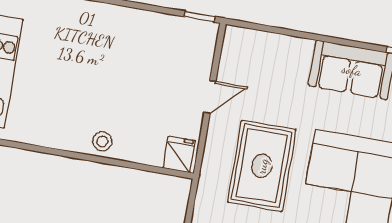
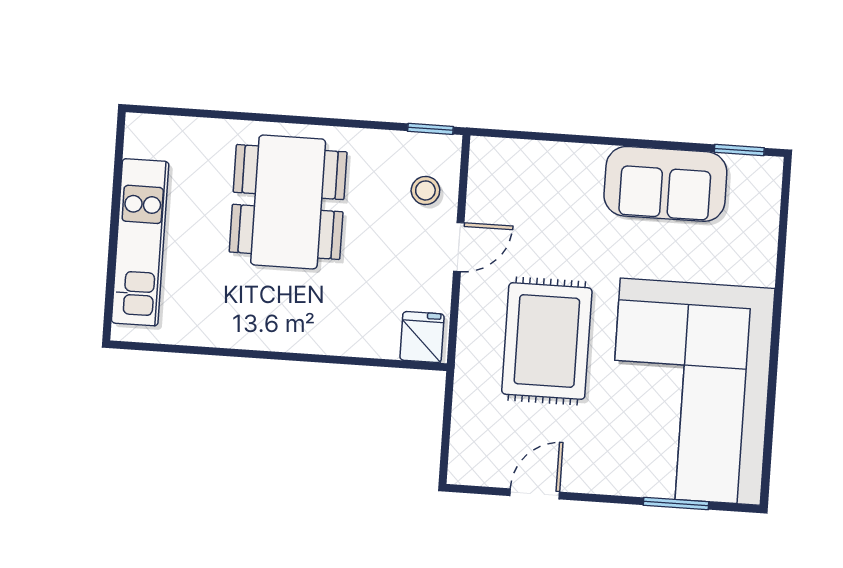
dining table: (100, 55) -> (288, 202), added
stool: (102, 141) -> (425, 190), moved

